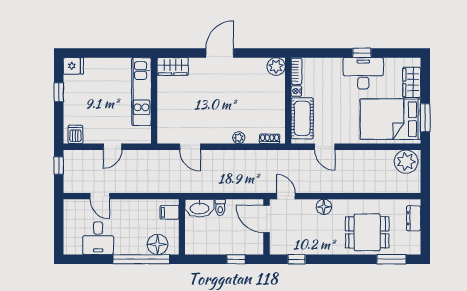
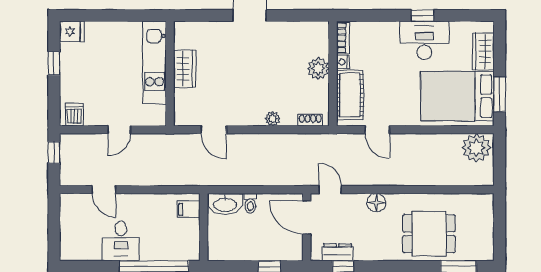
wardrobe: (173, 66) -> (185, 69), moved, turned -90
plant: (276, 67) -> (318, 68), moved
dresser: (414, 218) -> (338, 252), moved, turned 90
desk: (98, 238) -> (121, 241), moved
floor lamp: (158, 244) -> (174, 248), removed

